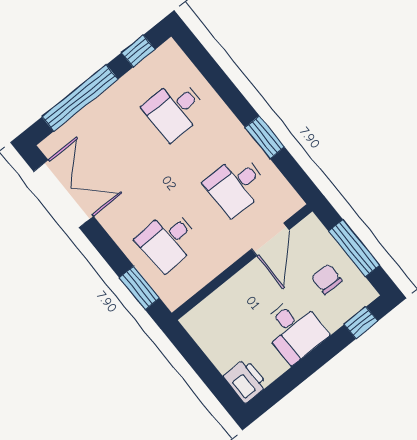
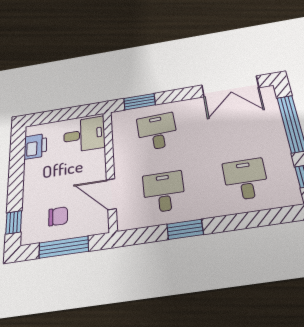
desk: (294, 330) -> (84, 135), moved, turned 180
printer: (246, 381) -> (35, 146), moved, turned -90

